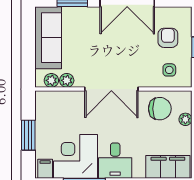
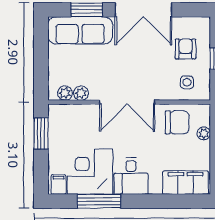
sofa: (48, 38) -> (80, 30), moved, turned 90
window: (28, 135) -> (41, 133), moved

